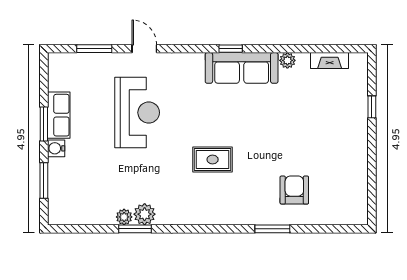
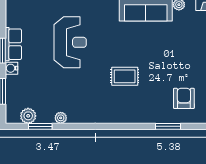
plant: (145, 214) -> (28, 116), moved
window: (135, 229) -> (40, 126), moved

